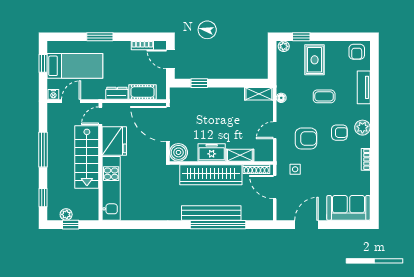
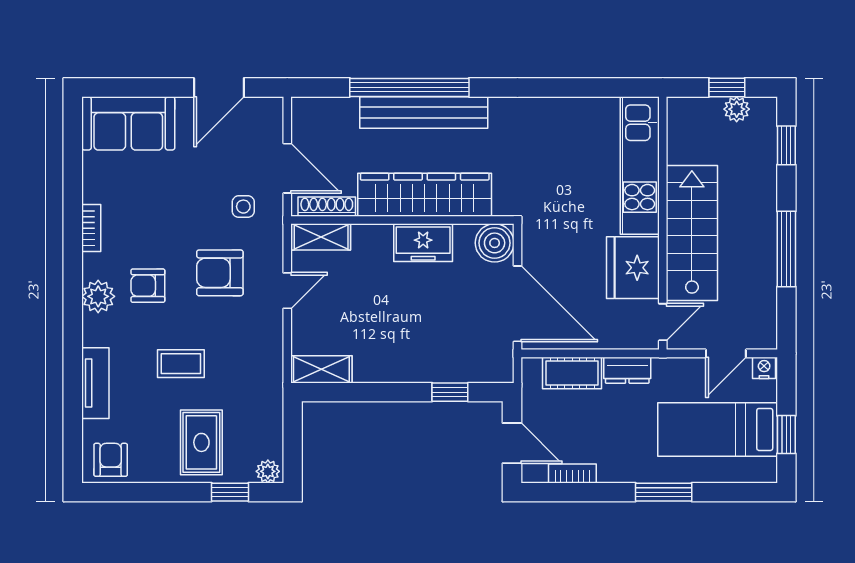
floor lamp: (281, 98) -> (273, 360), removed
shelving: (240, 155) -> (321, 237), moved

